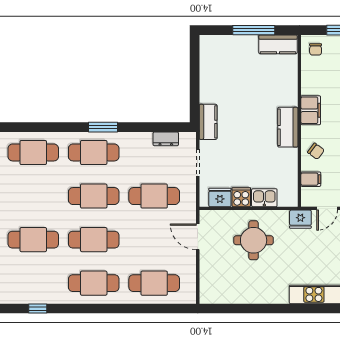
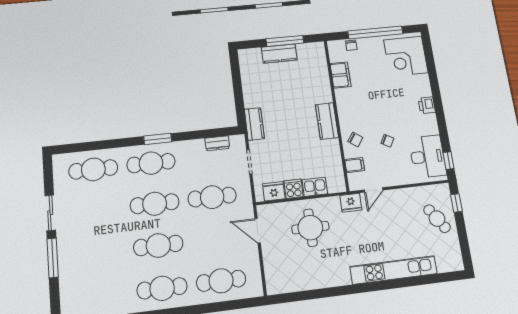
kitchen counter: (278, 44) -> (279, 54), moved
chair: (316, 49) -> (351, 45), moved
filing cabinet: (311, 110) -> (341, 75), moved
cafe table: (33, 240) -> (99, 253), removed

